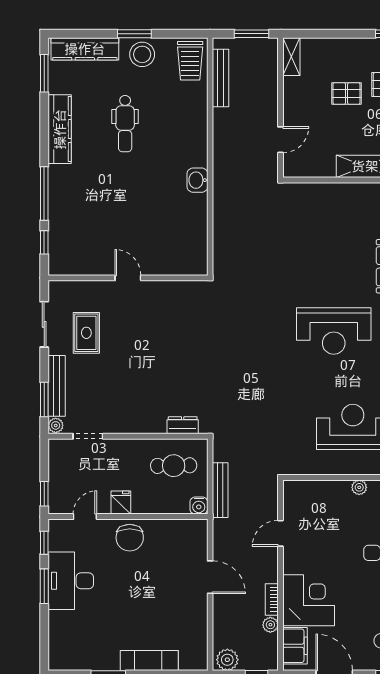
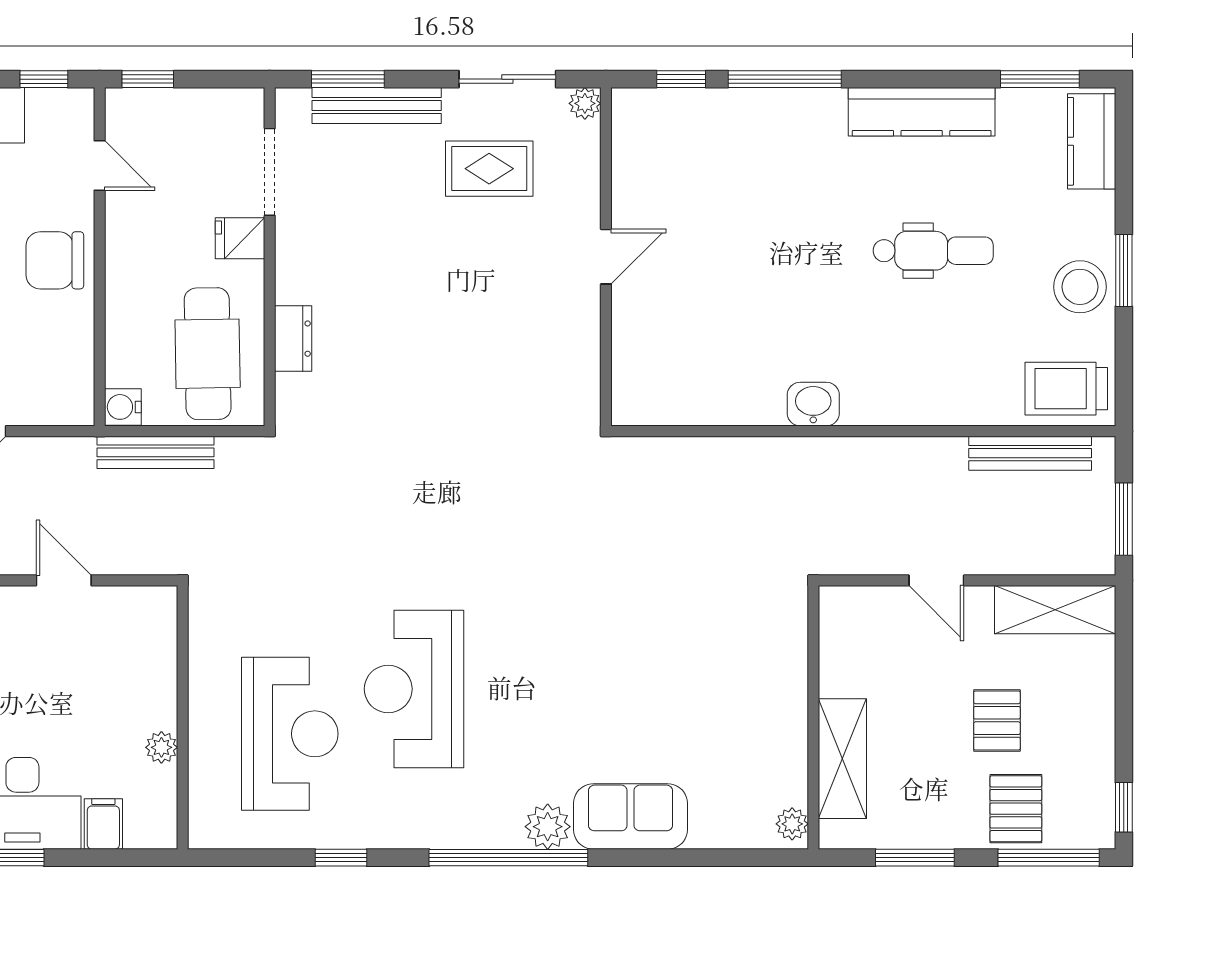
kitchen counter: (85, 49) -> (1092, 141), width x0.67
shelving: (291, 57) -> (1055, 610), width x1.50, depth x1.33
dental chair: (125, 124) -> (933, 251), turned 180
door: (281, 140) -> (936, 580), moved
reception desk: (334, 331) -> (414, 689), moved
plant: (56, 425) -> (585, 103), moved
dresser: (183, 425) -> (293, 339), moved
doorway: (88, 436) -> (270, 172), width x1.38
cafe table: (174, 466) -> (208, 354), width x1.37, depth x1.35
fridge: (121, 503) -> (240, 238), moved, turned 180

